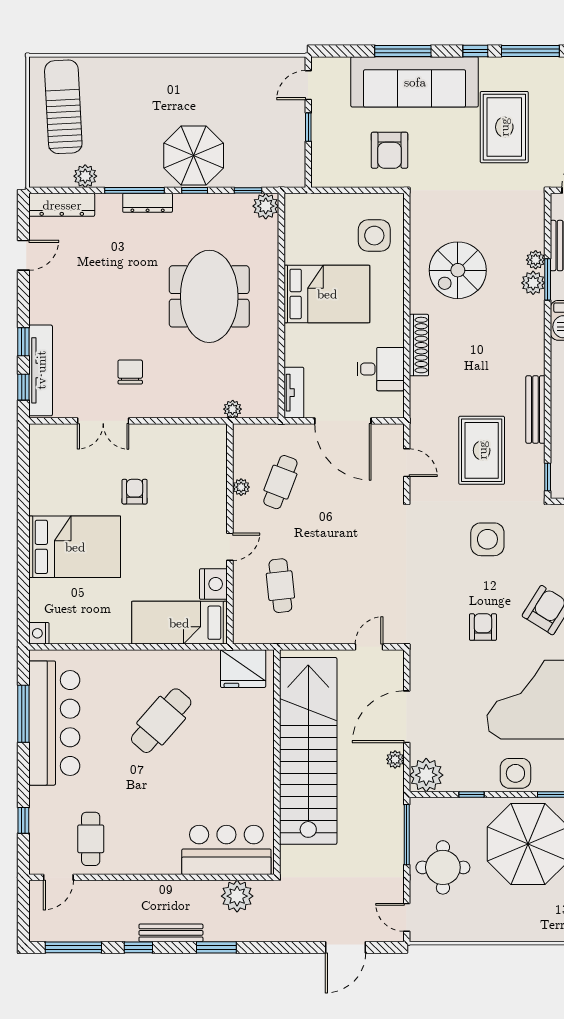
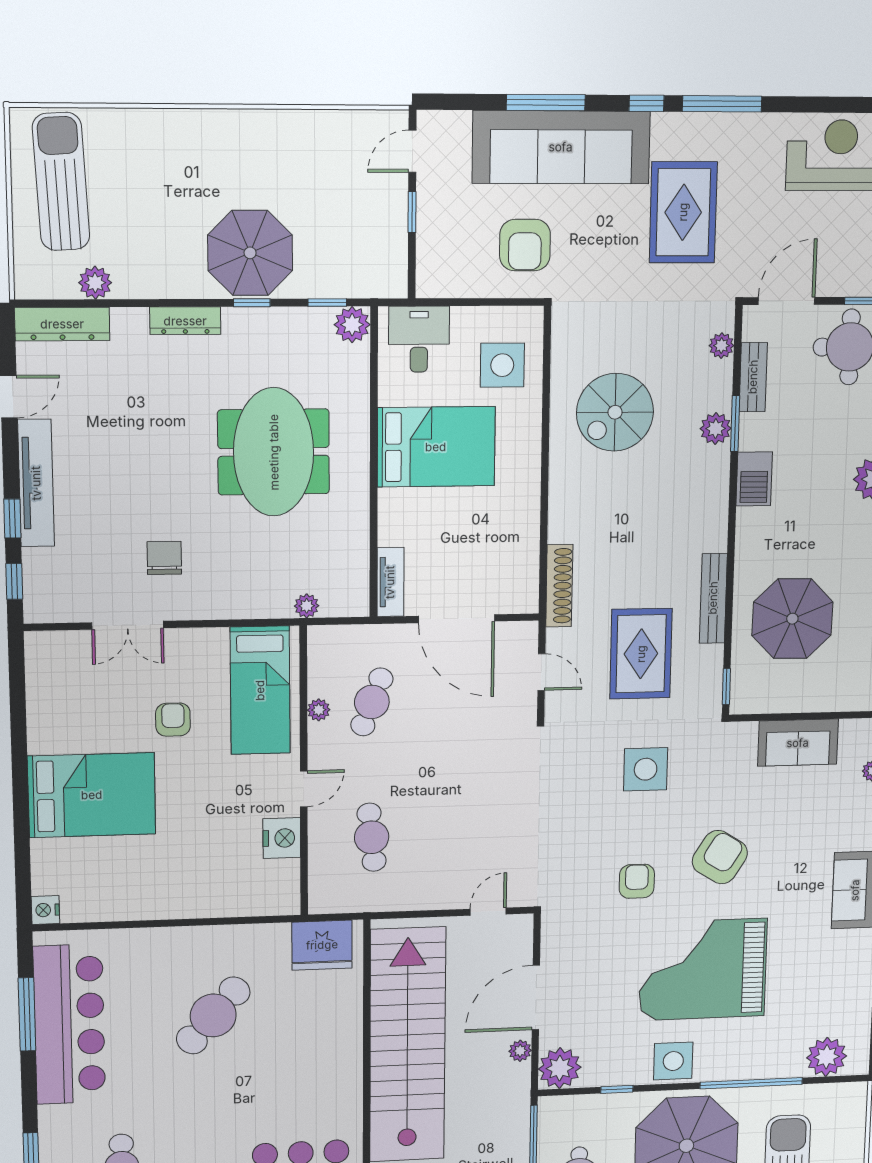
window: (135, 190) -> (166, 303), removed
plant: (536, 260) -> (721, 346), moved
shoe rack: (419, 345) -> (559, 586), moved
desk: (381, 369) -> (419, 339), moved, turned -90
tv unit: (41, 370) -> (36, 483), moved
bed: (179, 623) -> (260, 690), moved, turned -90

